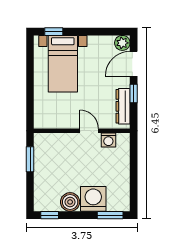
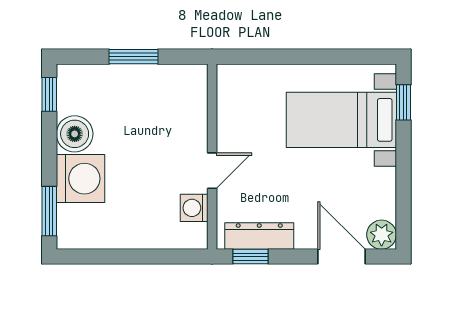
window: (134, 94) -> (250, 257), moved
window: (30, 159) -> (134, 57), moved

